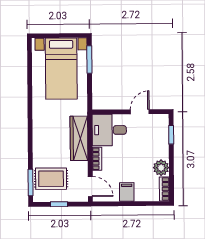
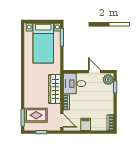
door: (140, 112) -> (95, 72), hinge flipped
plant: (161, 168) -> (108, 79), moved

